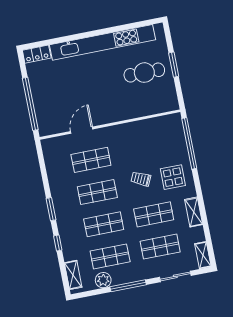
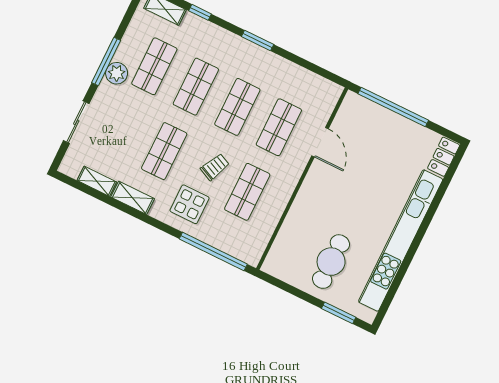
window: (174, 65) -> (339, 313), moved
window: (58, 243) -> (200, 12), moved
shop shelf: (160, 247) -> (247, 192), moved
shelving: (203, 255) -> (97, 181), moved
plant: (103, 280) -> (117, 73), moved

